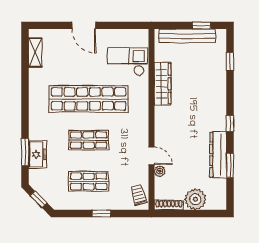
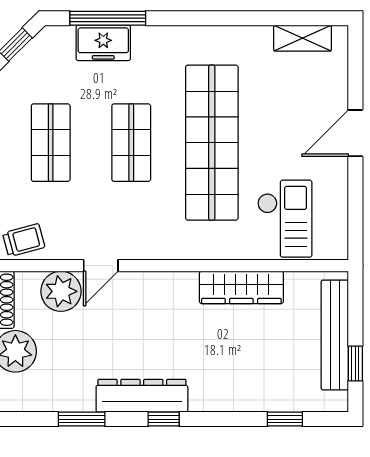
window: (25, 152) -> (108, 18), width x1.44
dresser: (218, 155) -> (142, 396), moved
plant: (160, 171) -> (61, 291), width x1.88, depth x1.88

